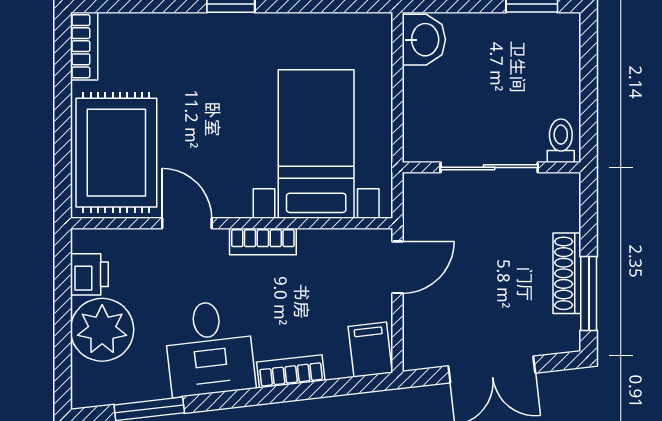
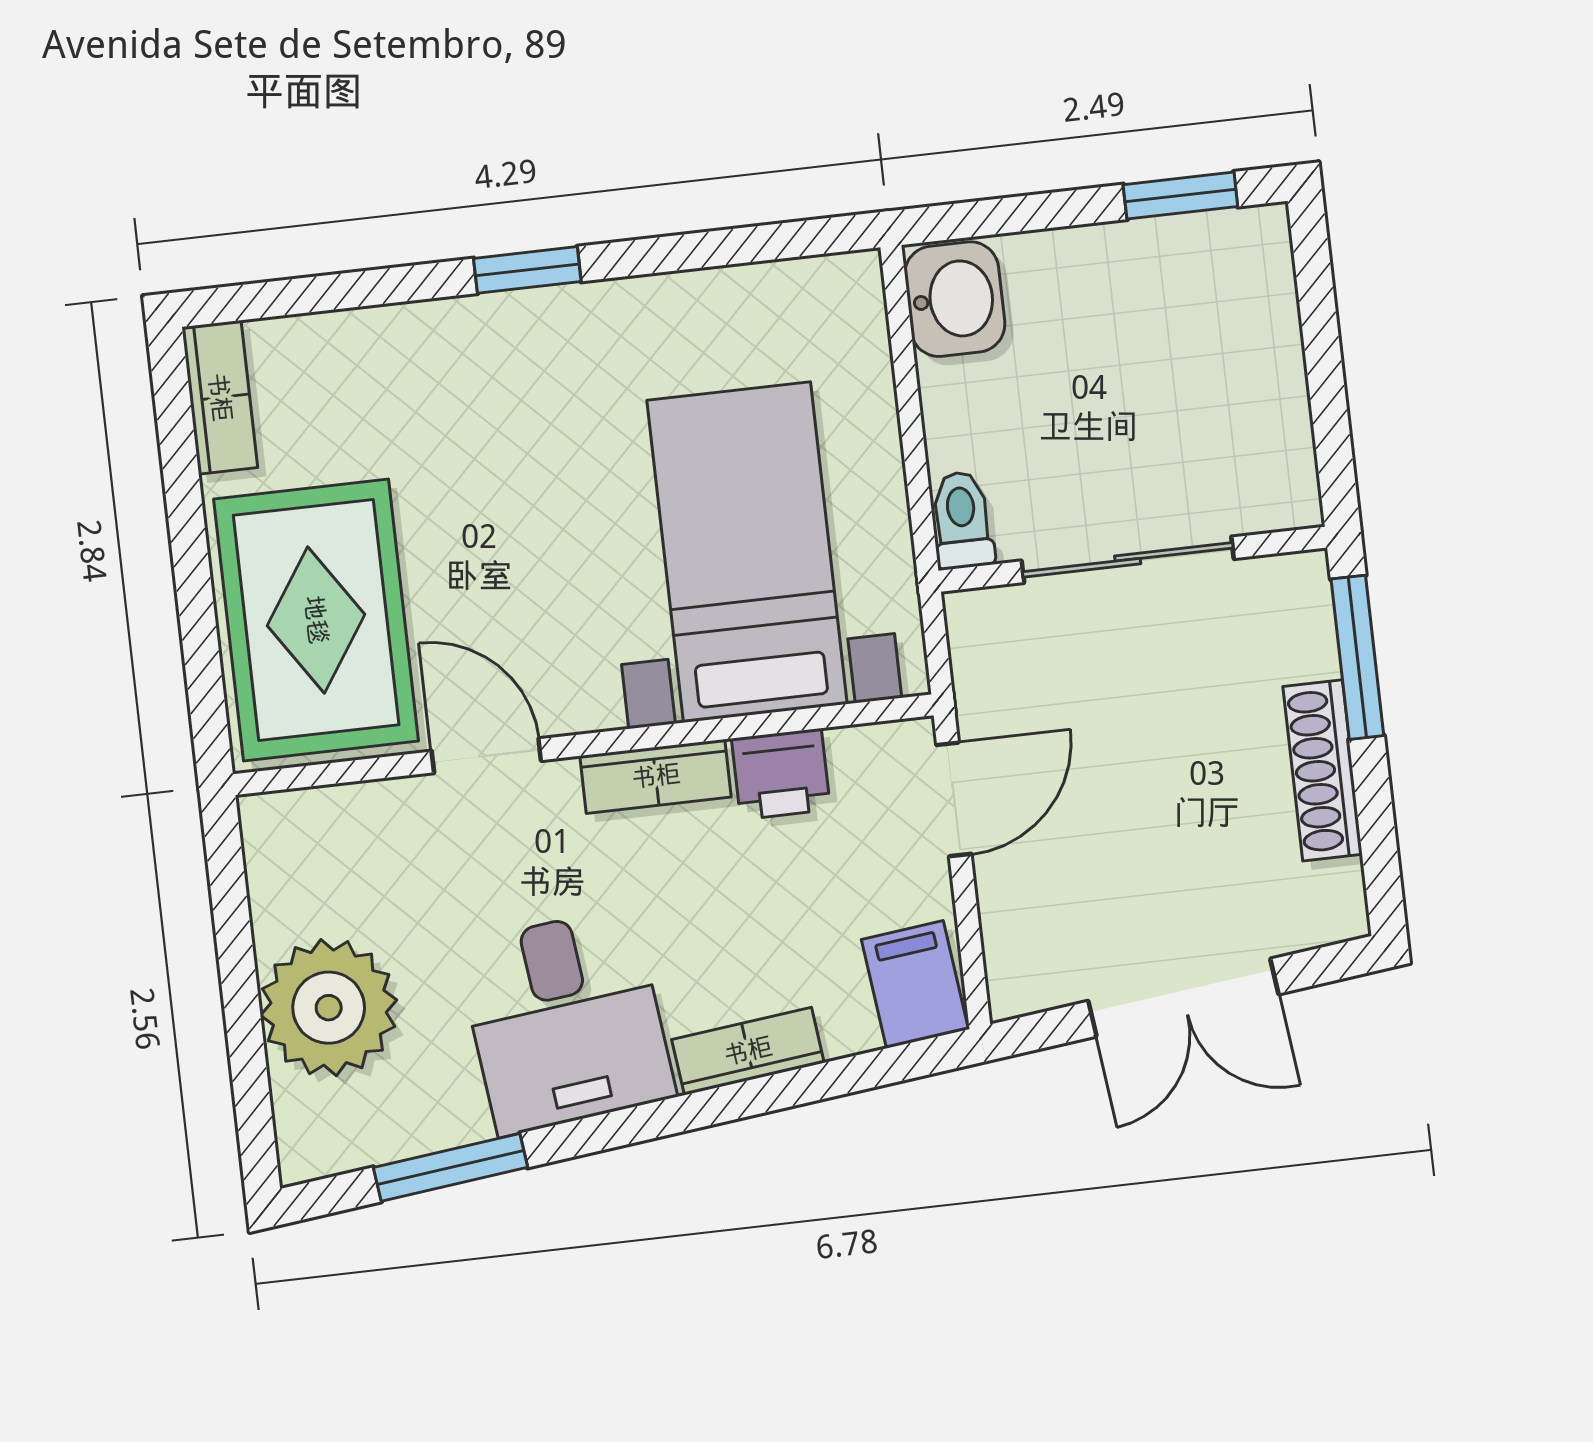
toilet: (561, 141) -> (962, 520), moved
printer: (89, 274) -> (781, 774), moved, turned 90
window: (589, 293) -> (1357, 657), moved

